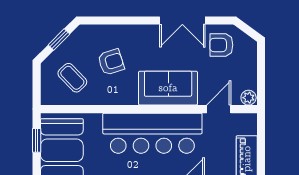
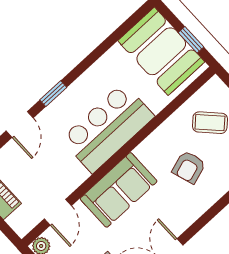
bar counter: (152, 133) -> (108, 128), width x0.73

